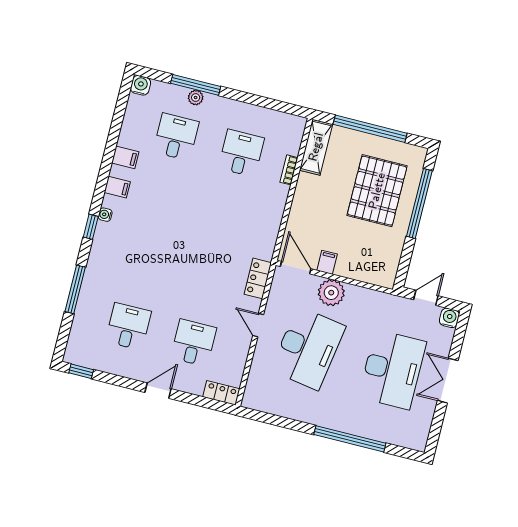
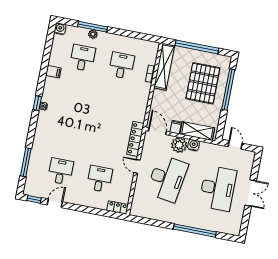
shelving: (316, 147) -> (164, 67), width x1.47
filing cabinet: (117, 187) -> (50, 90), removed
window: (91, 227) -> (37, 103), moved
shelving: (363, 271) -> (197, 131), added
locker: (258, 278) -> (135, 139), width x1.53
window: (75, 289) -> (26, 162), moved
door: (426, 298) -> (235, 145), hinge flipped
water cooler: (449, 318) -> (193, 145), moved
double door: (448, 381) -> (251, 193), swing flipped
door: (158, 391) -> (55, 203), moved

